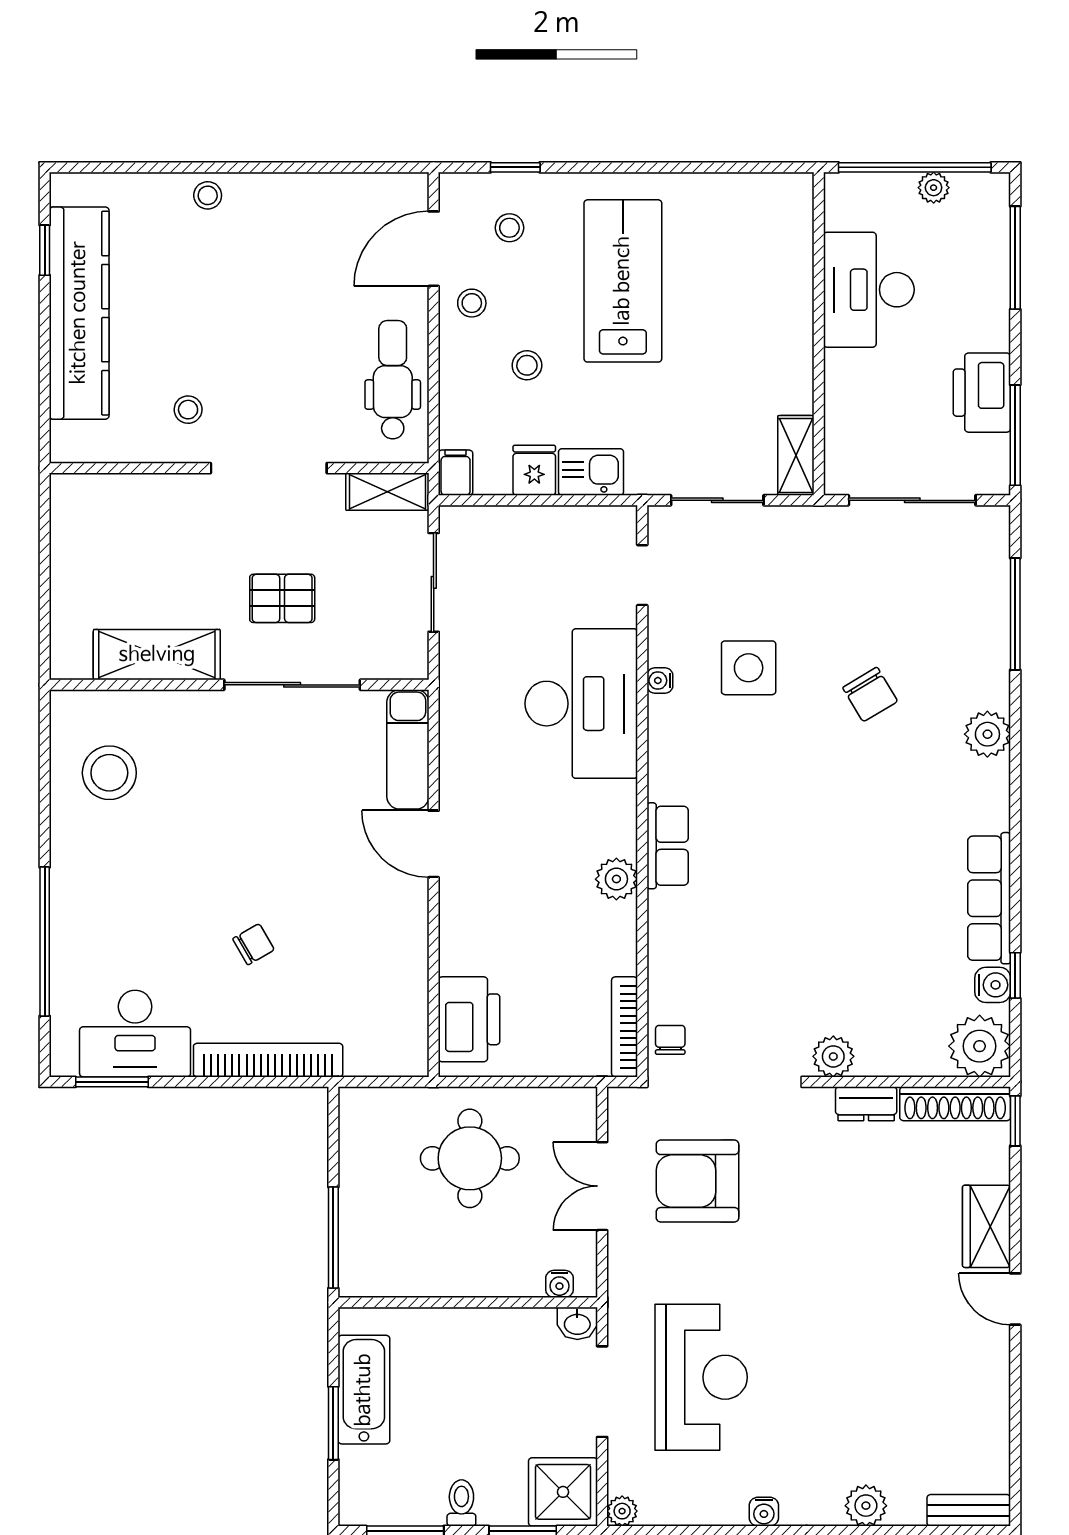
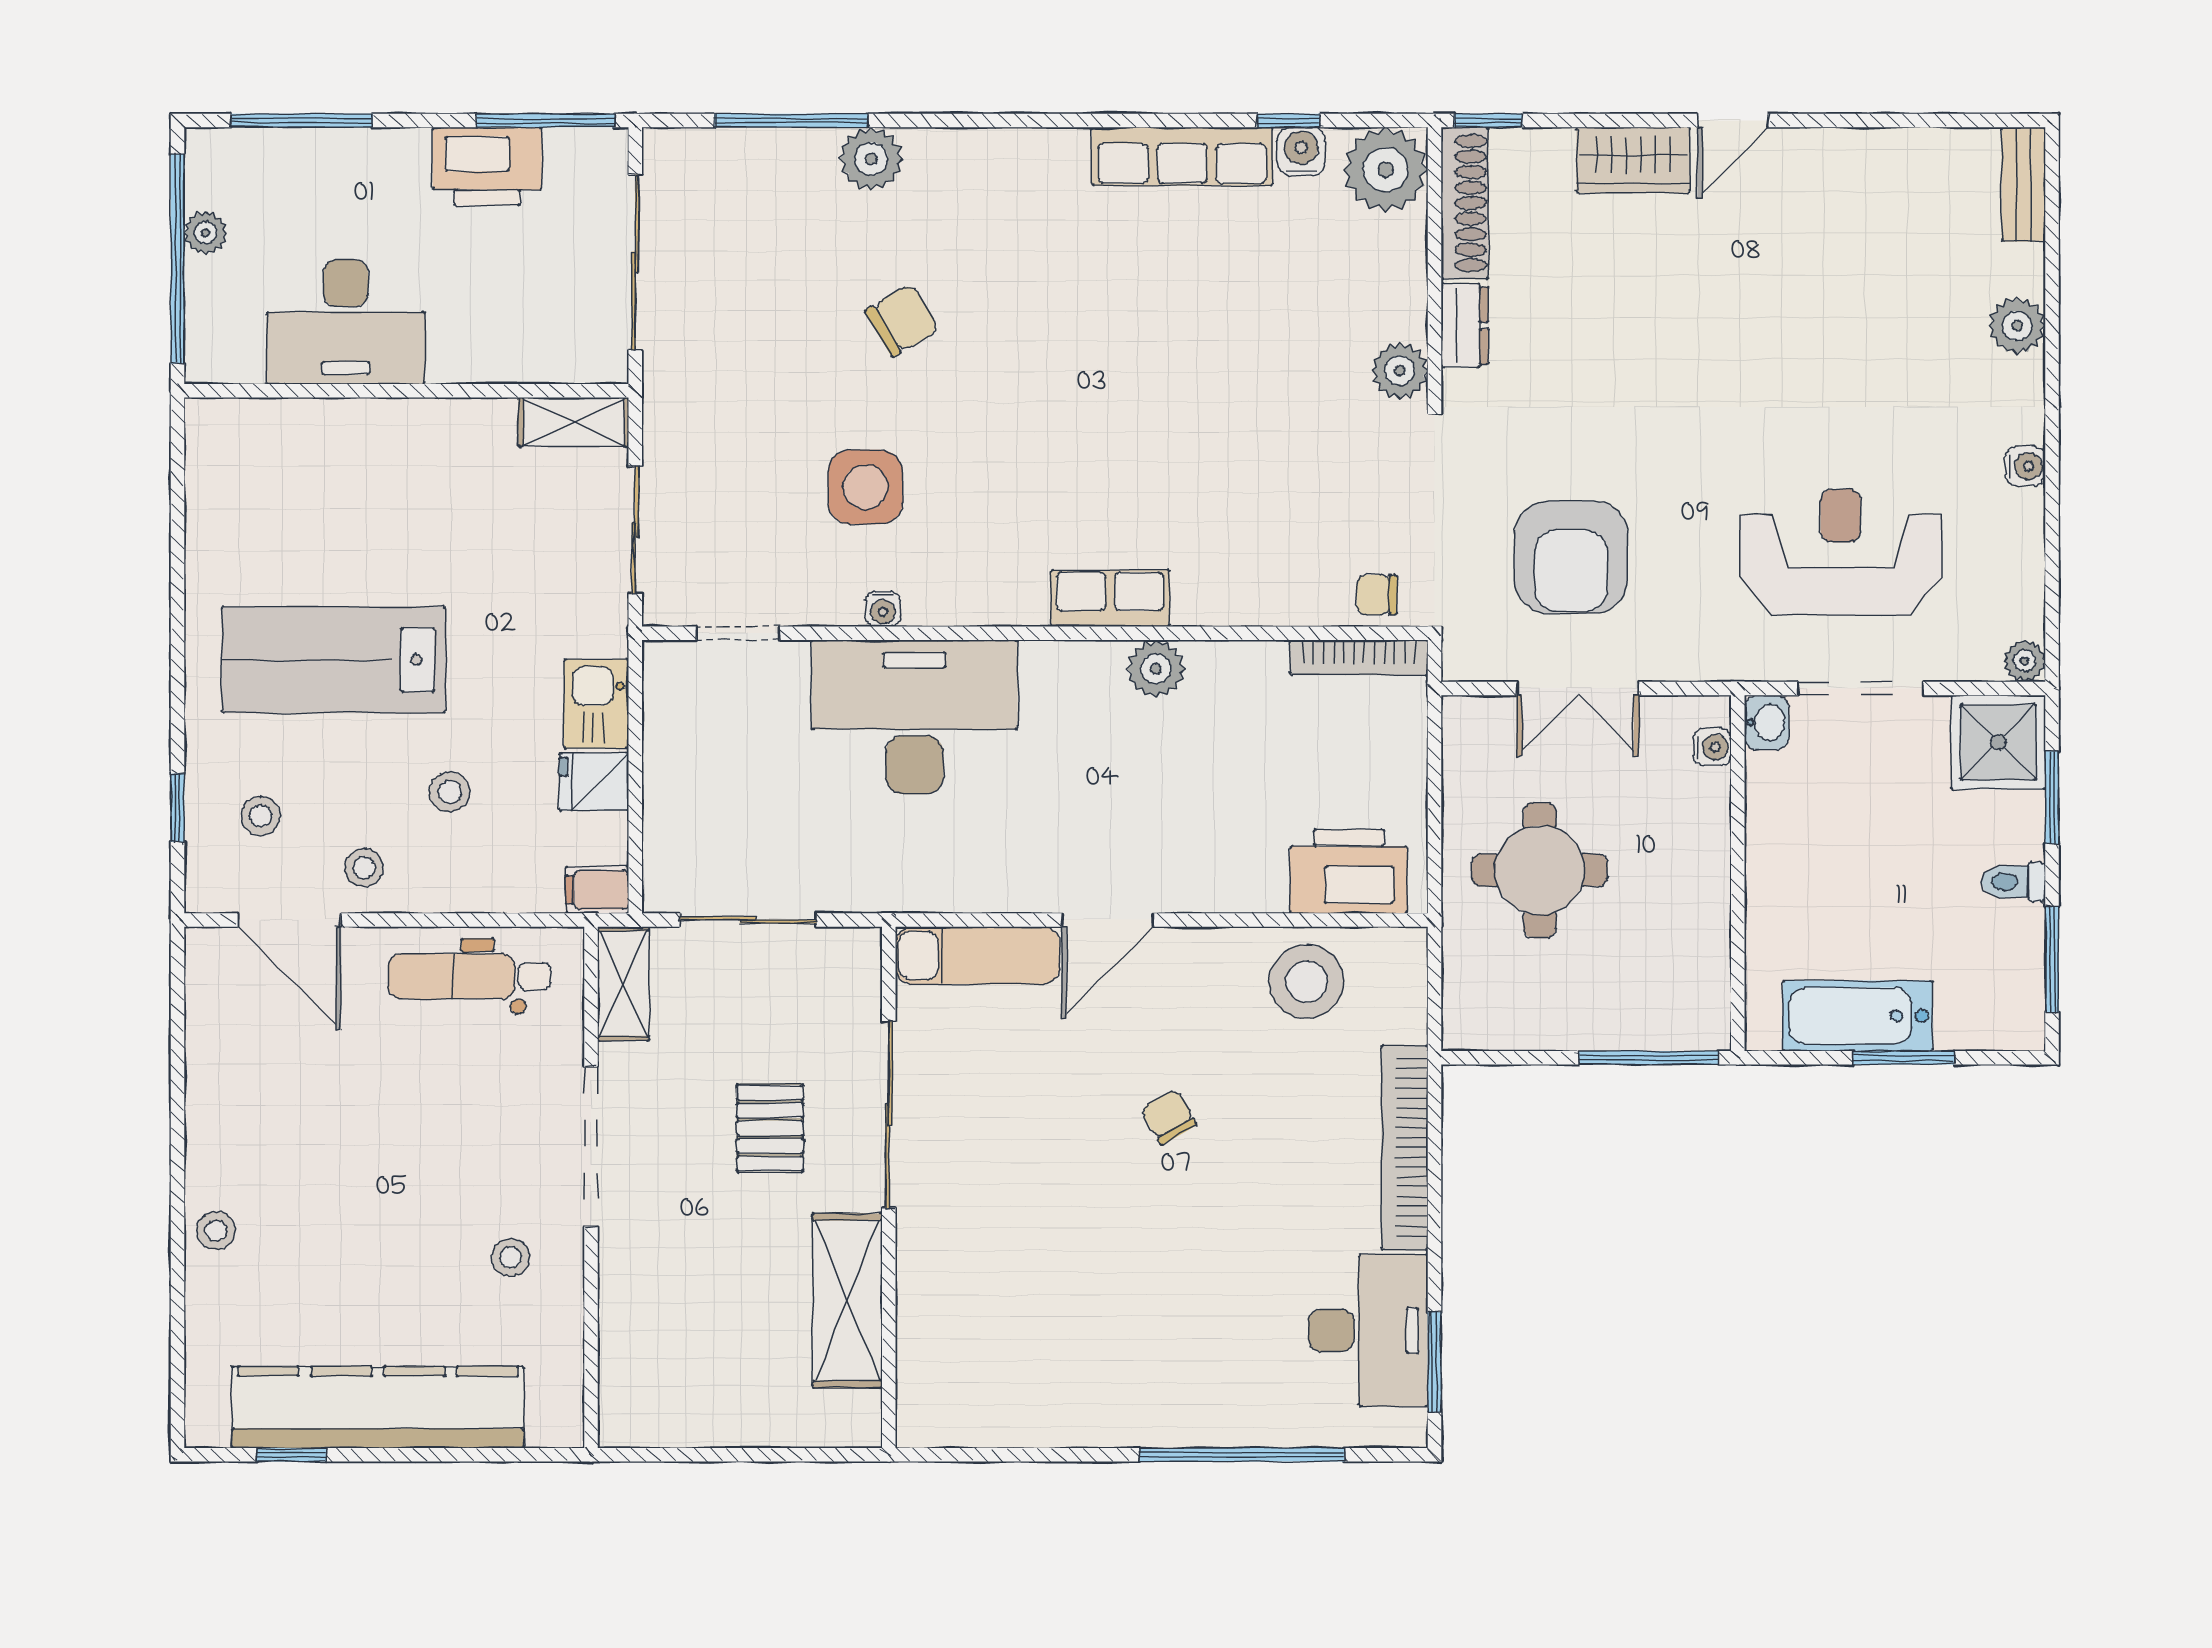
plant: (987, 734) -> (871, 159), moved
stool: (109, 773) -> (1306, 982), moved
chair: (254, 944) -> (1169, 1117), moved

